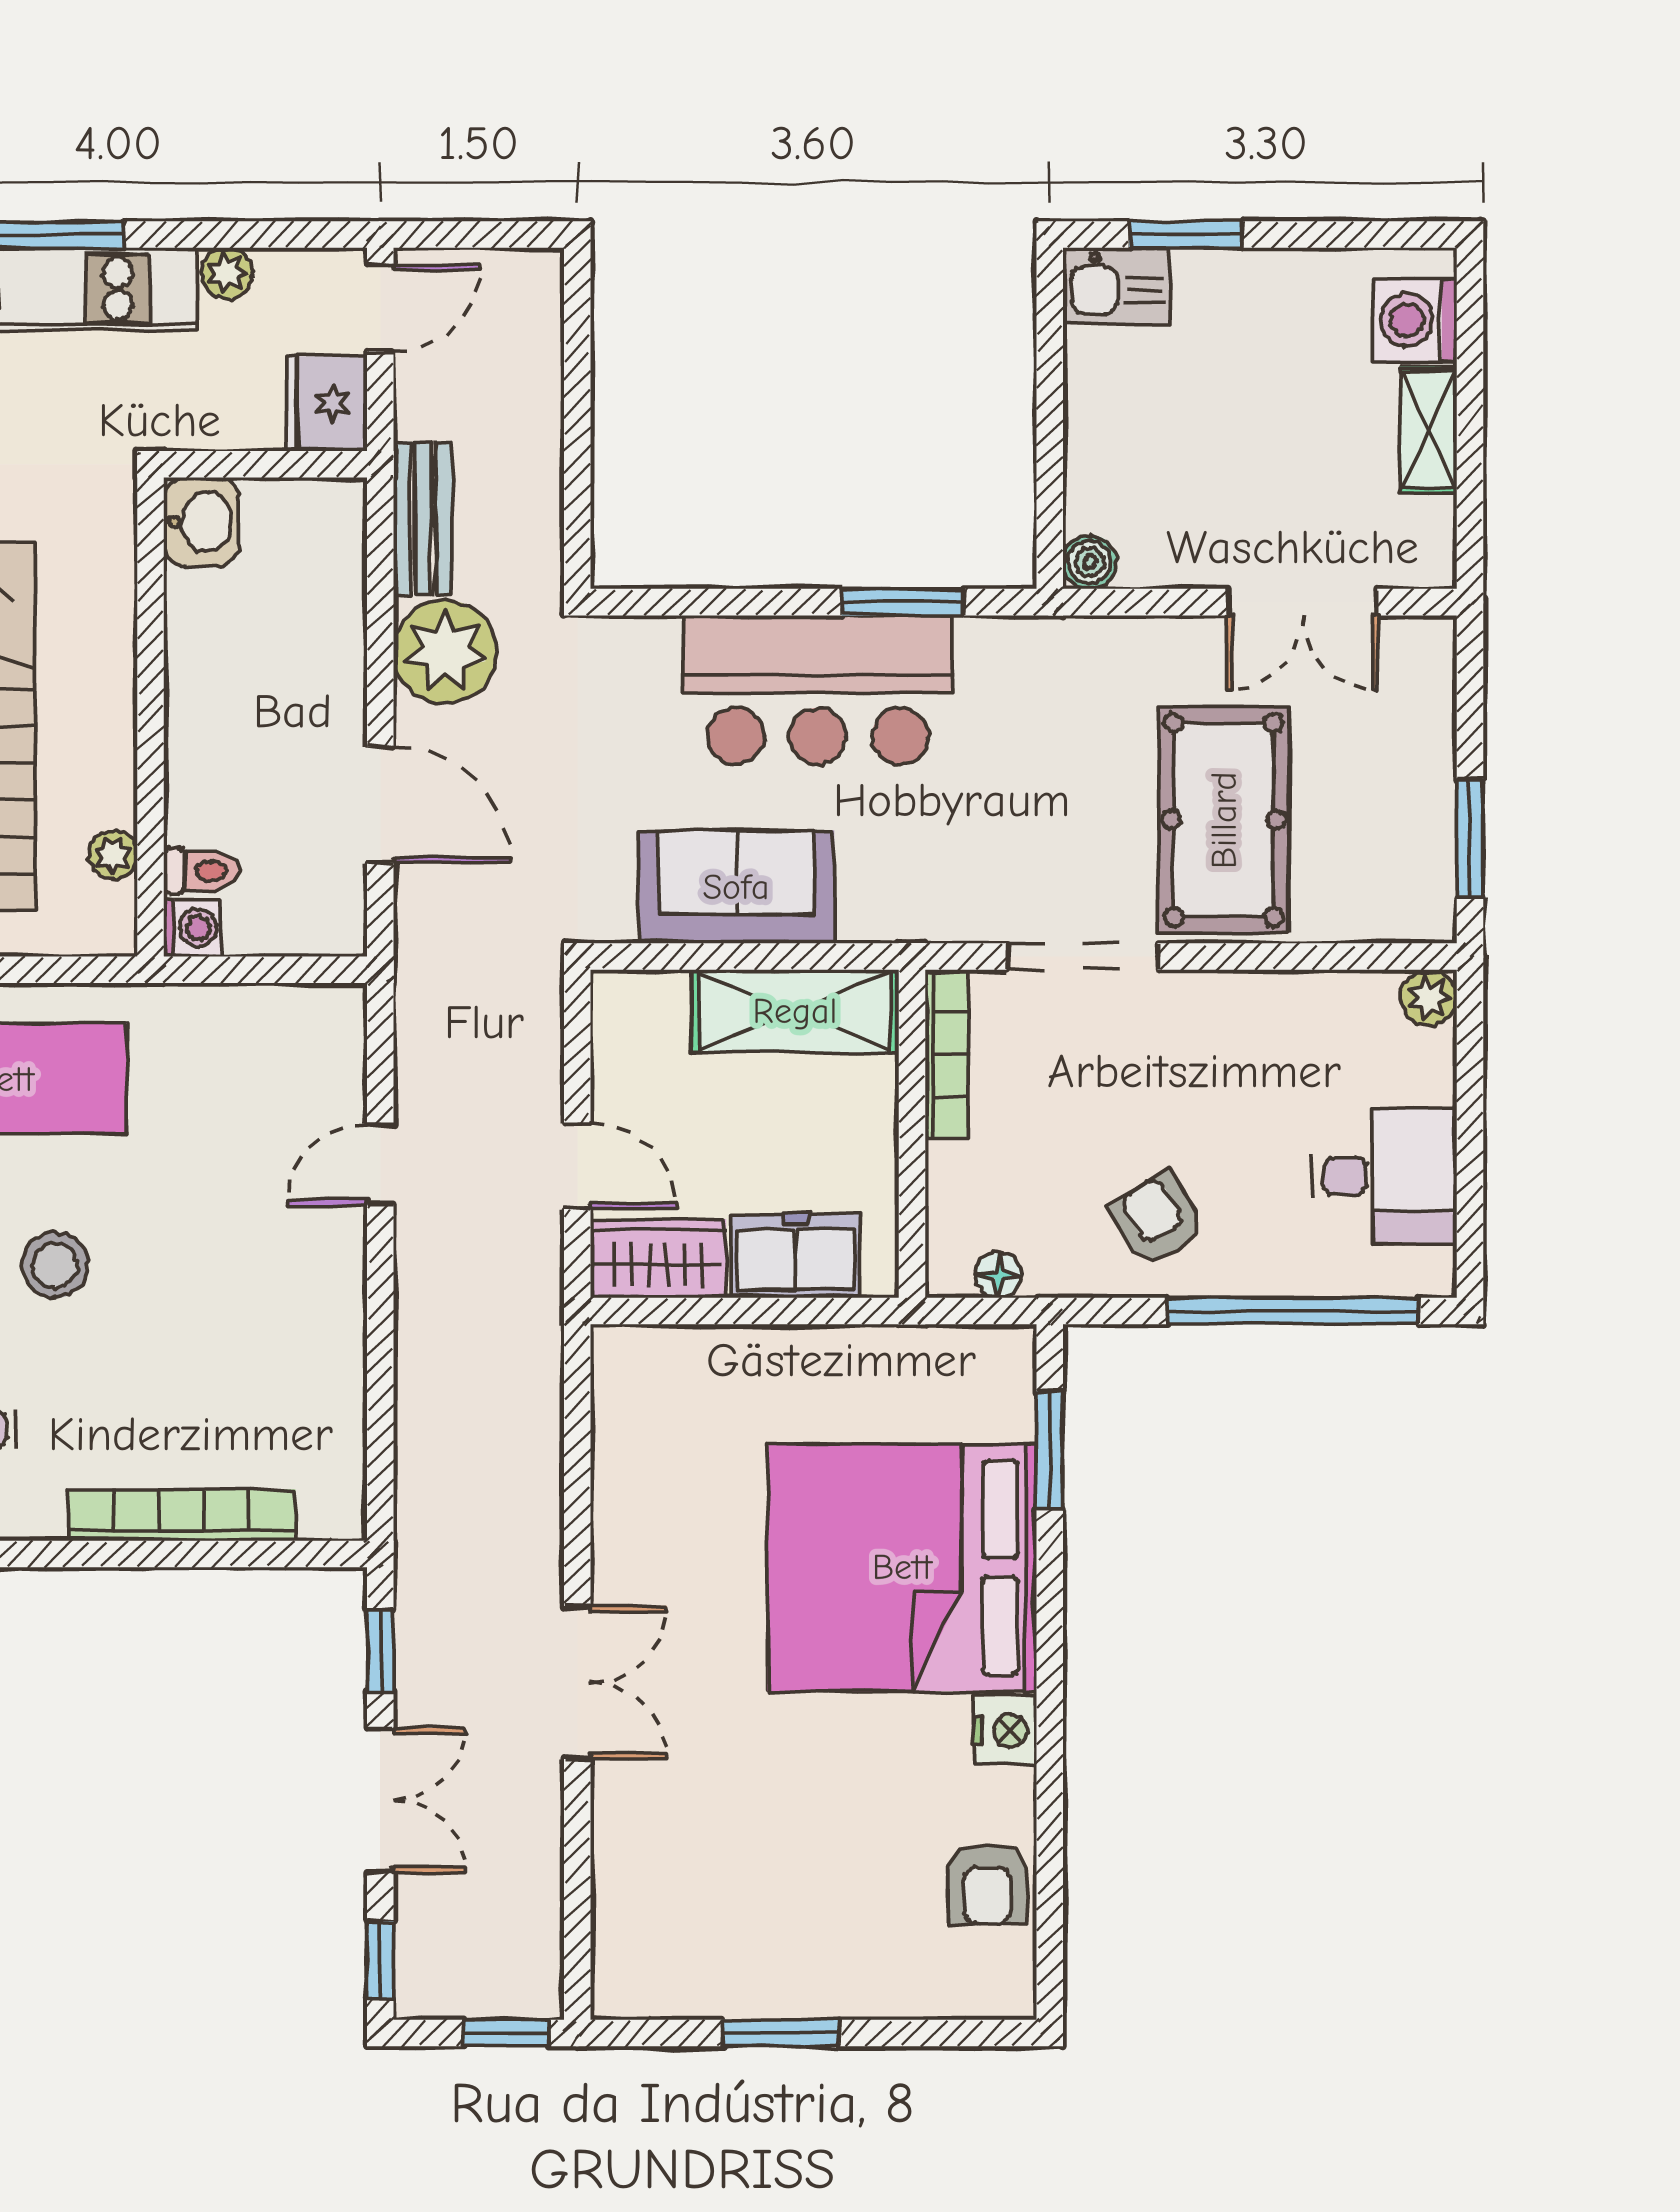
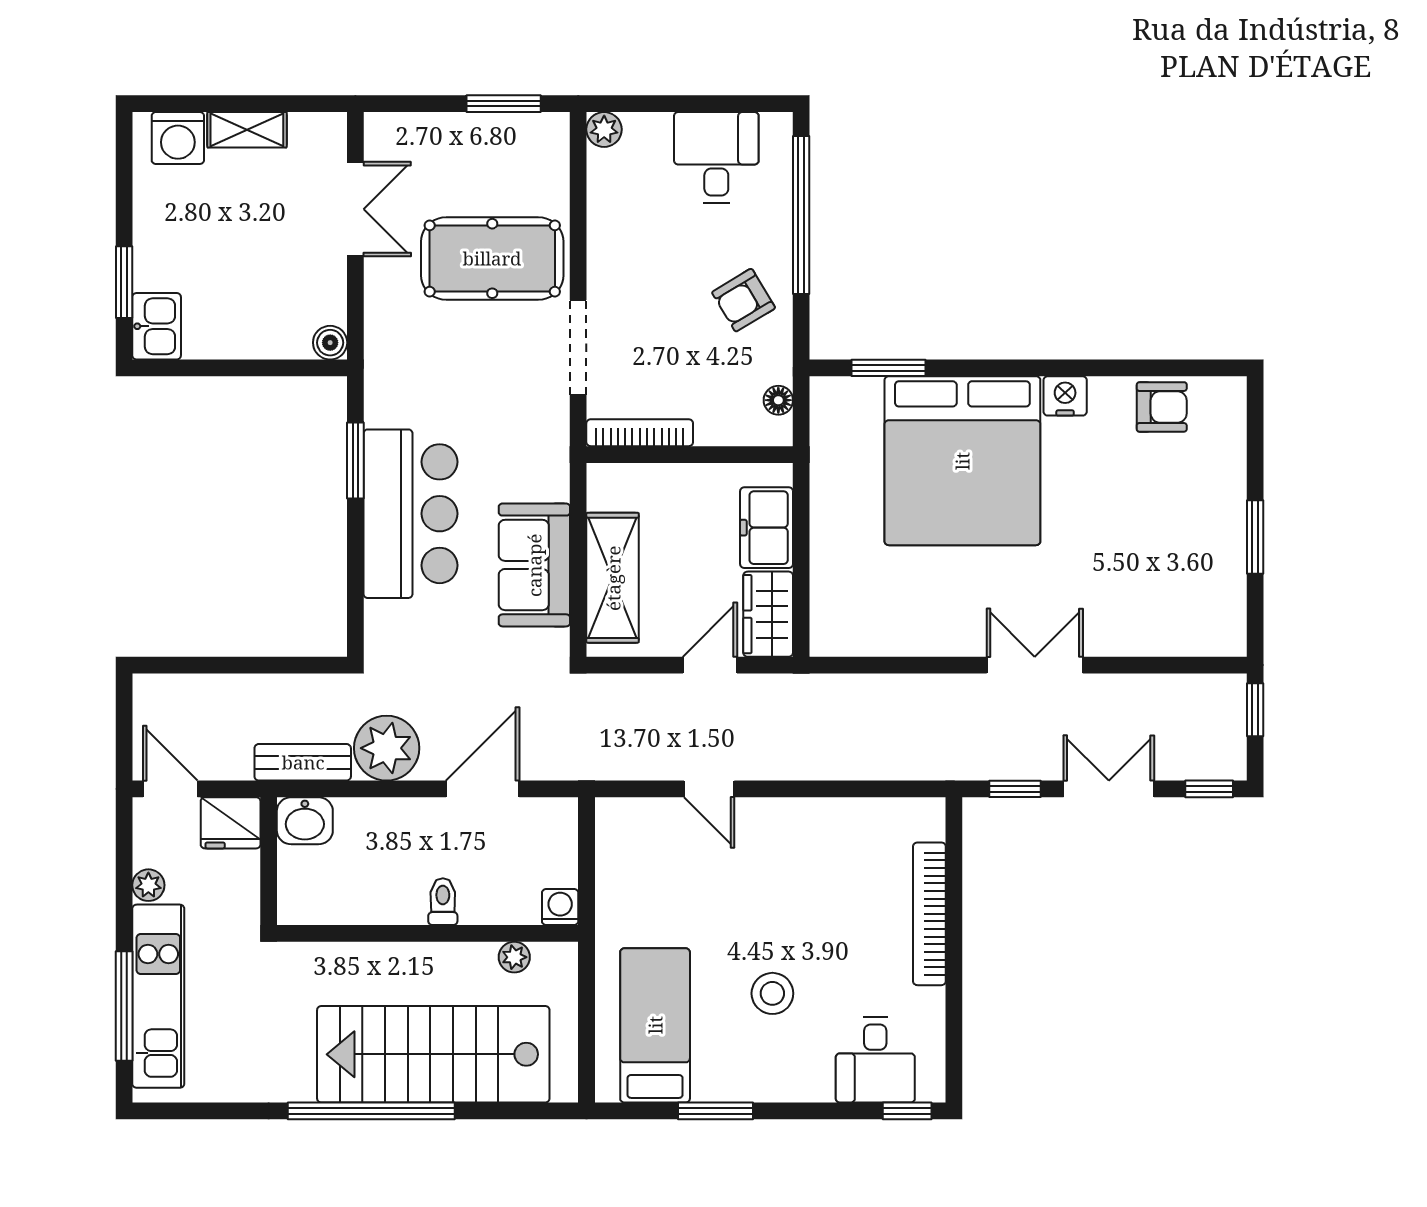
washbasin: (201, 522) -> (305, 821), moved, turned 180
toilet: (201, 871) -> (443, 902), moved
shelving: (795, 1011) -> (613, 578), moved

